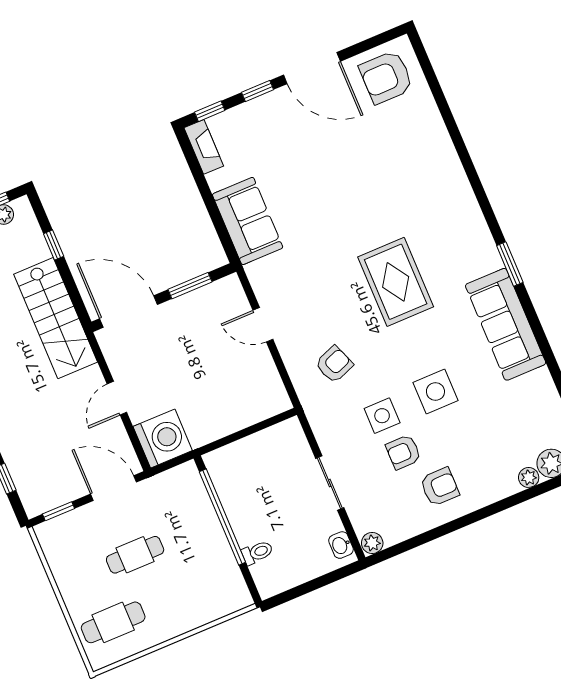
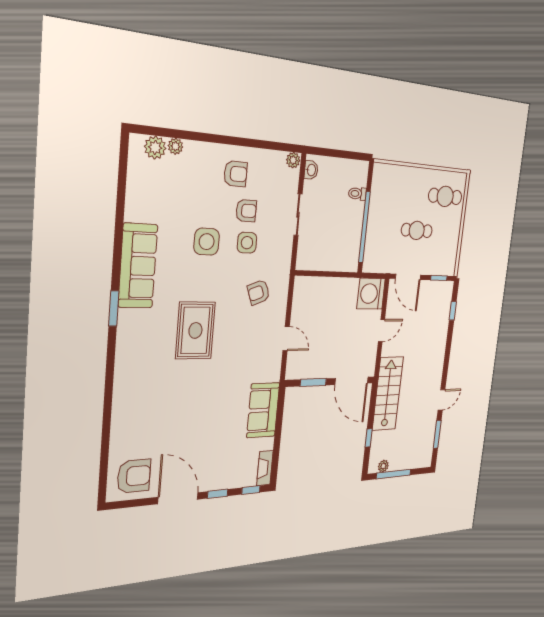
armchair: (440, 487) -> (236, 174), turned 180

